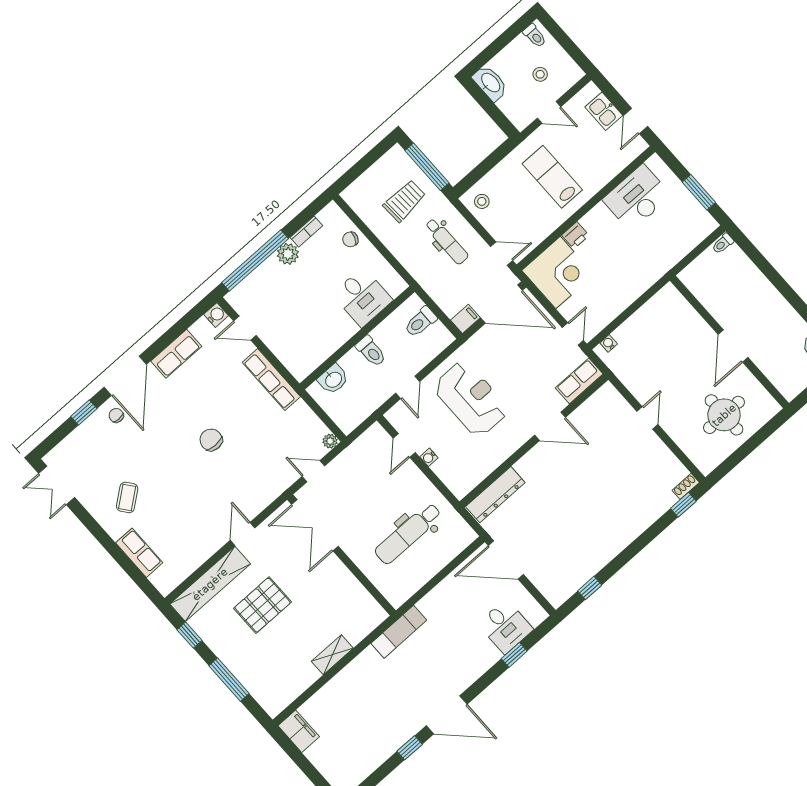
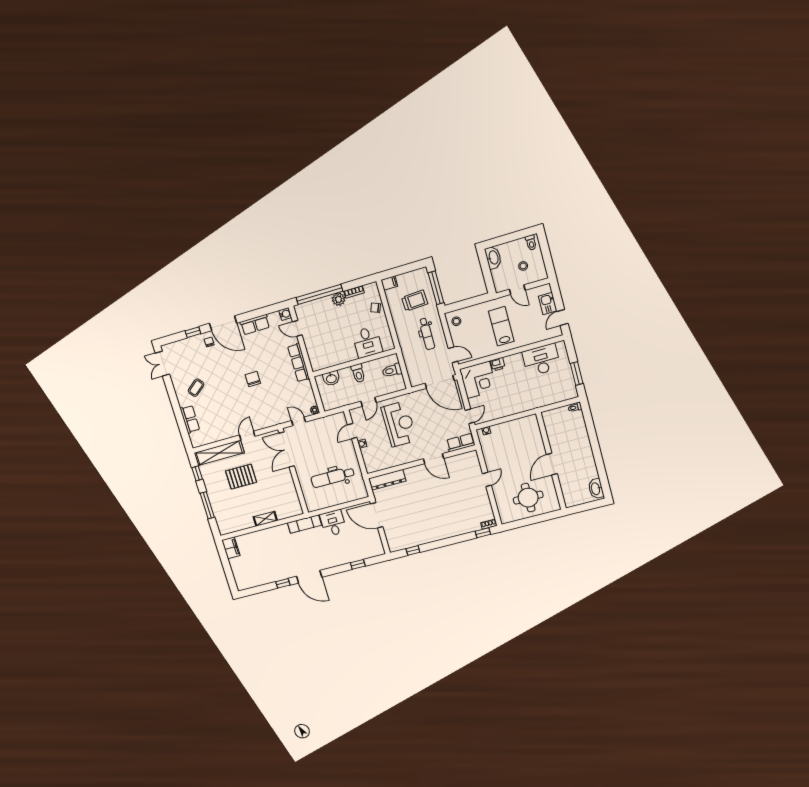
filing cabinet: (465, 319) -> (389, 283), moved
door: (125, 376) -> (223, 323), hinge flipped
desk: (505, 627) -> (333, 523), moved, turned 180

